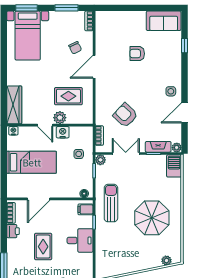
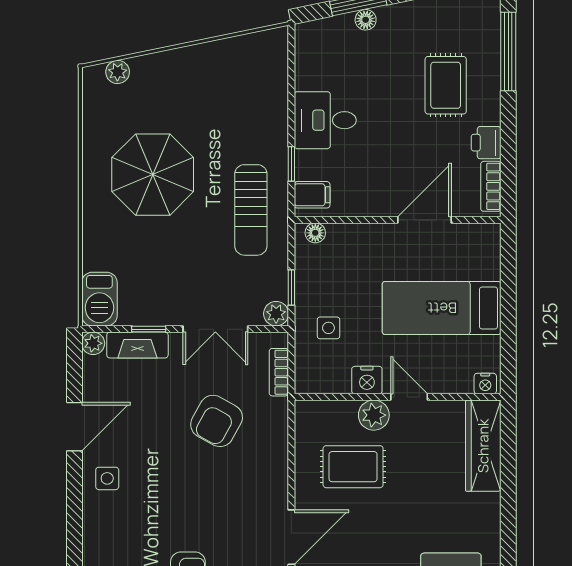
armchair: (125, 115) -> (217, 421), turned 76
rug: (43, 247) -> (446, 85), moved

